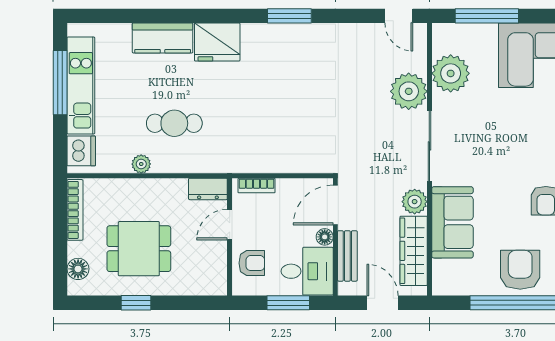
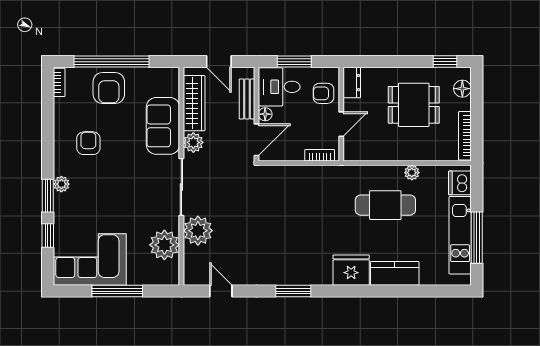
door: (399, 16) -> (221, 291), moved
window: (487, 16) -> (117, 291), moved
cafe table: (174, 123) -> (385, 205), width x1.37, depth x1.35
dresser: (208, 189) -> (352, 83), moved, turned 90
window: (136, 303) -> (445, 62), moved

